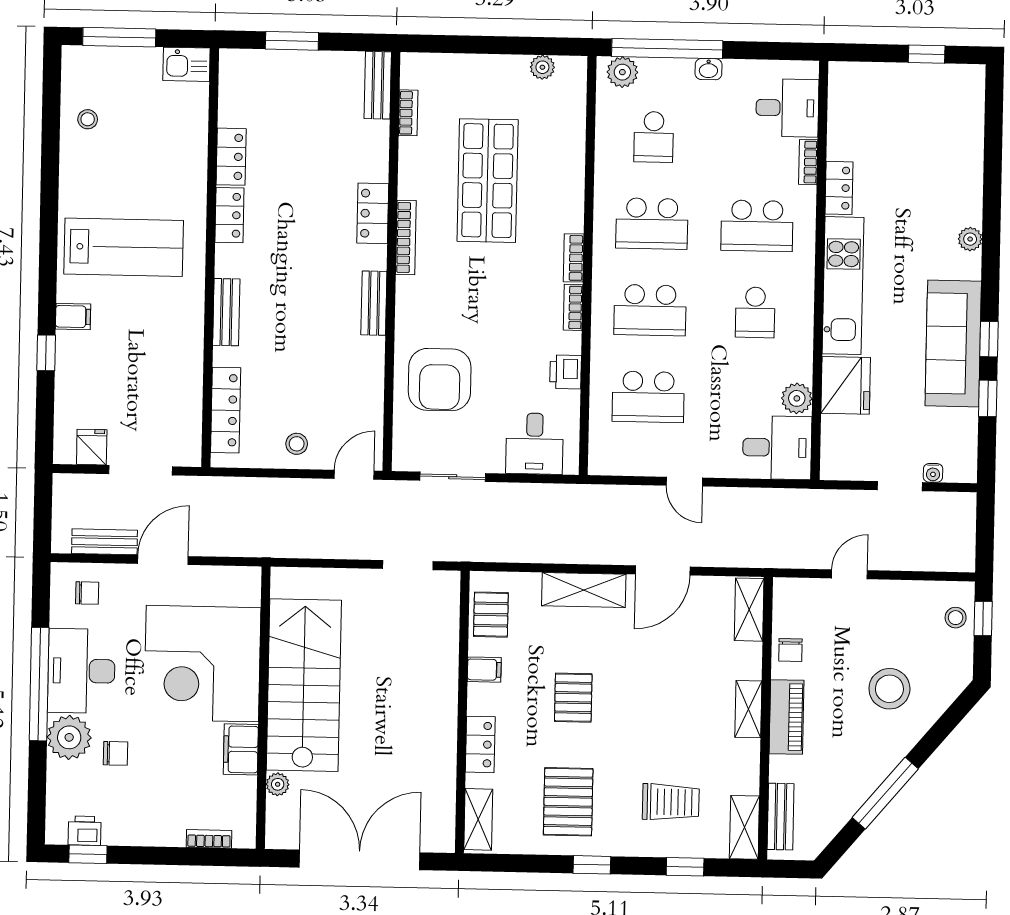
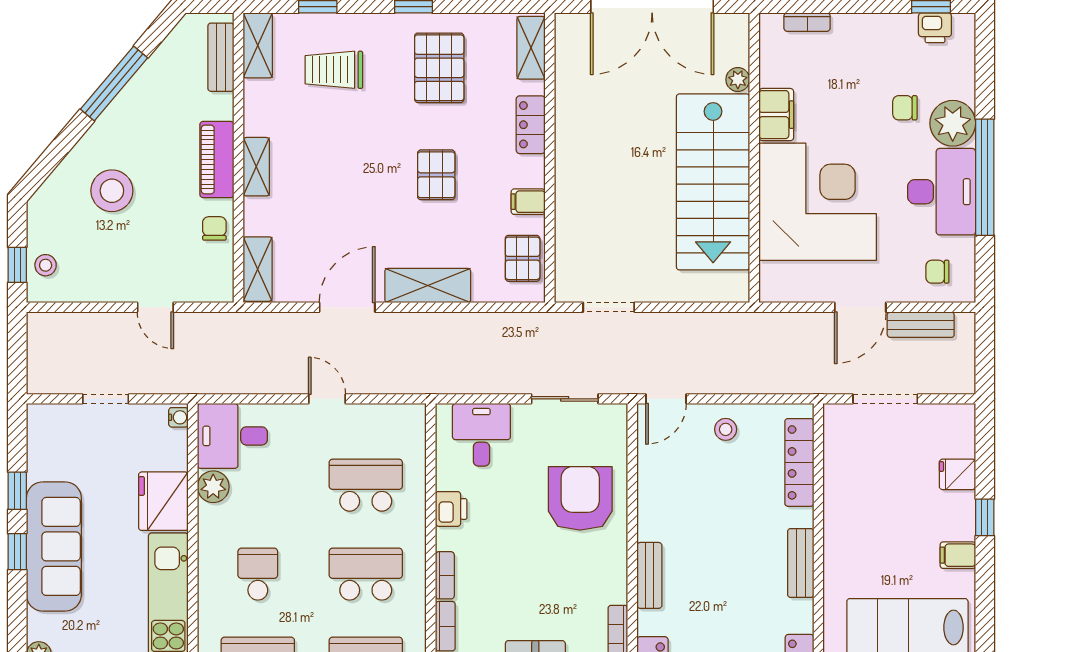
fridge: (92, 447) -> (957, 474), moved, turned 90
water cooler: (933, 473) -> (178, 417), moved, turned 90
door: (849, 574) -> (155, 307), hinge flipped

